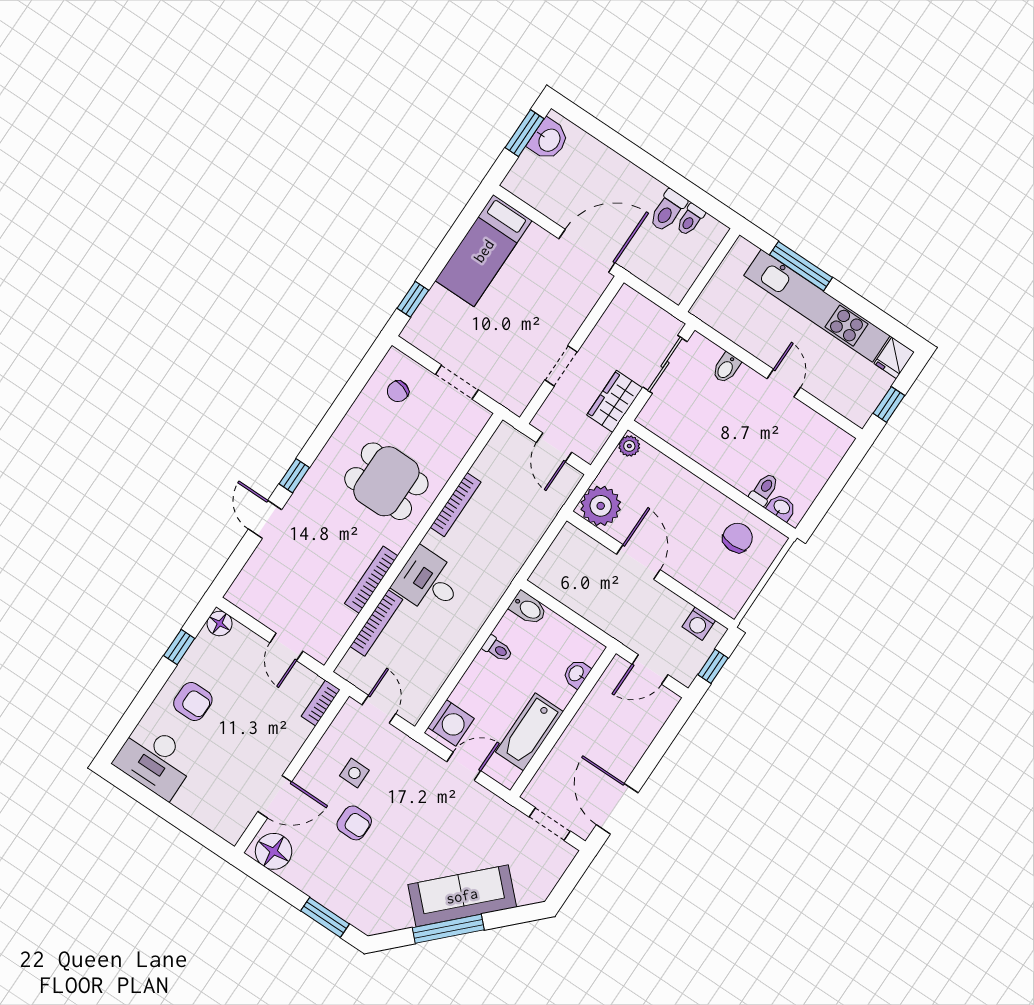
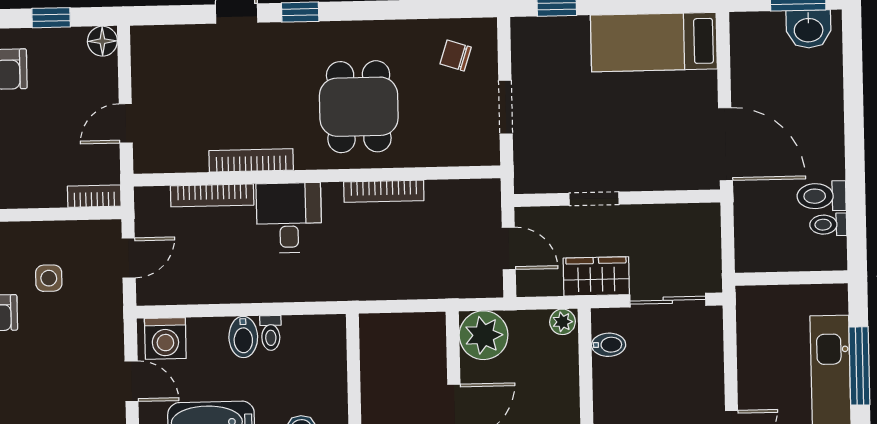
bidet: (726, 368) -> (609, 345), moved, turned 180
door: (554, 447) -> (509, 248), swing flipped
bidet: (528, 608) -> (243, 337), moved

